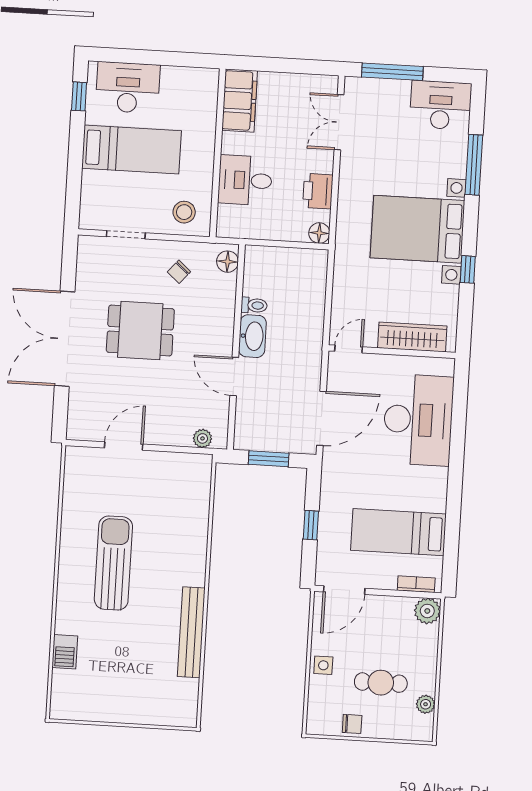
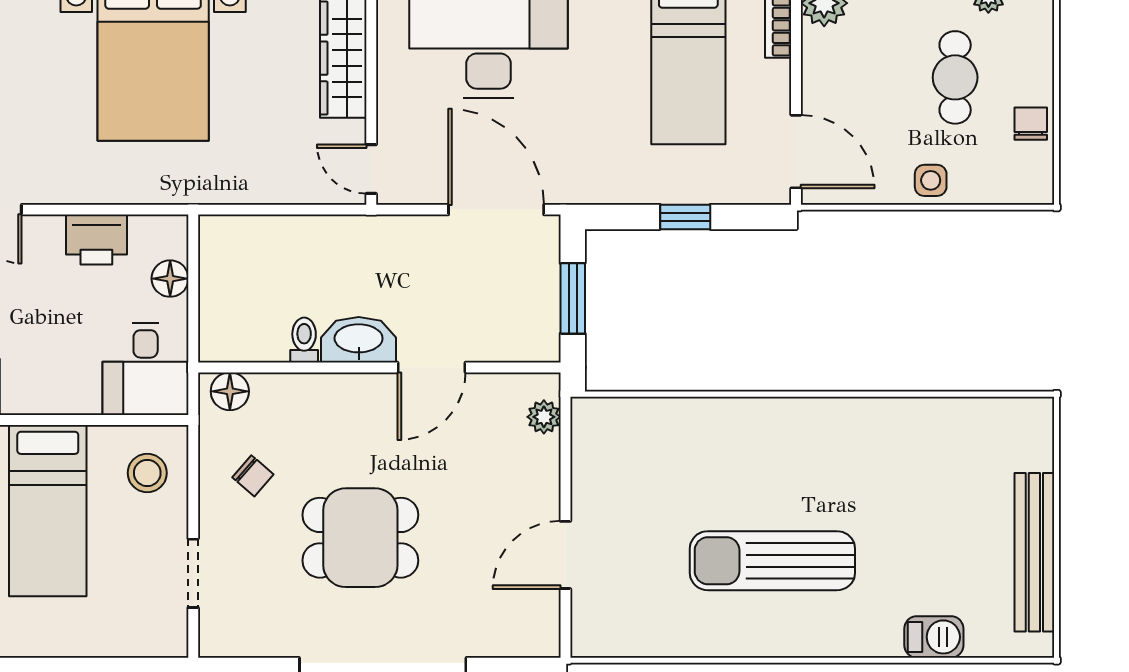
bed: (131, 150) -> (48, 511), moved, turned 180
desk: (245, 180) -> (146, 369), moved
floor lamp: (319, 233) -> (170, 279), moved
dining table: (140, 330) -> (360, 538), turned 90
door: (124, 446) -> (565, 555), hinge flipped
bench: (191, 632) -> (1034, 552), moved, turned 90

